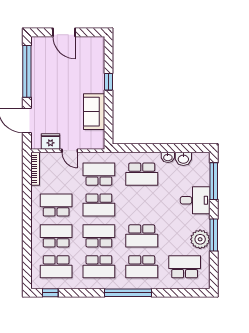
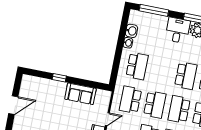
desk: (195, 200) -> (178, 30), moved

